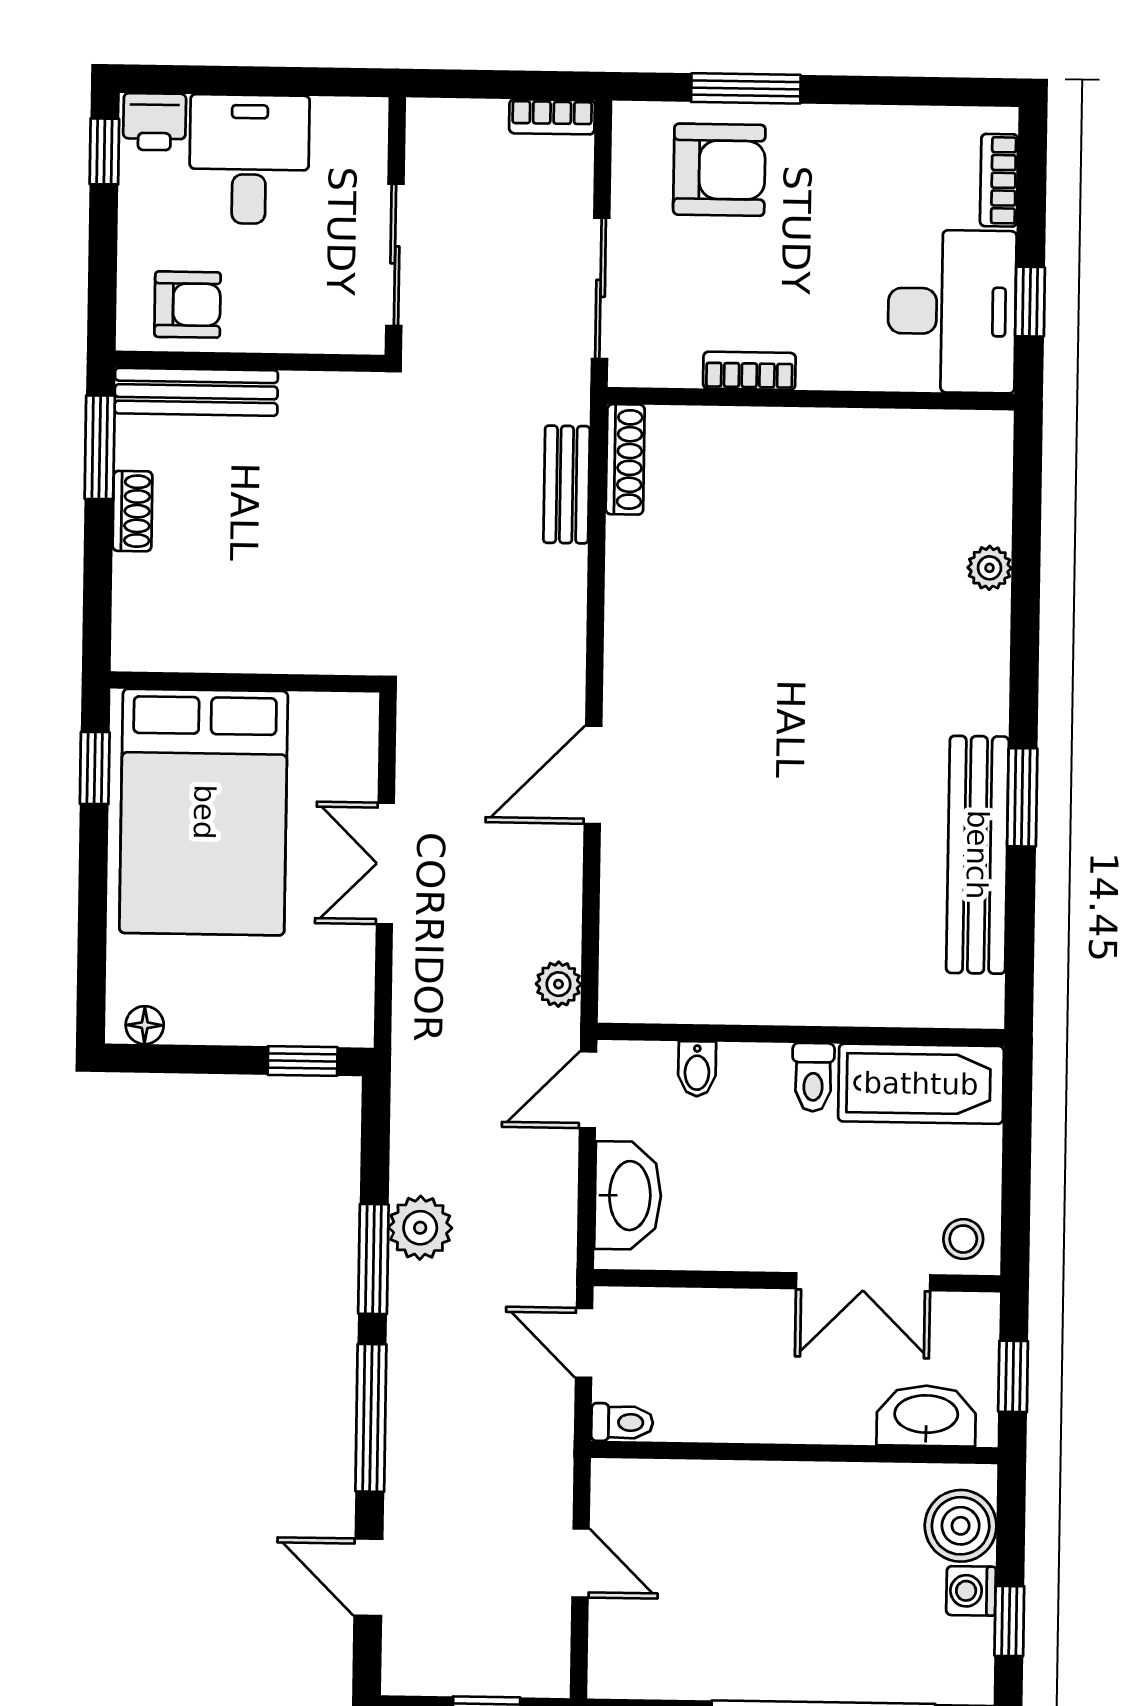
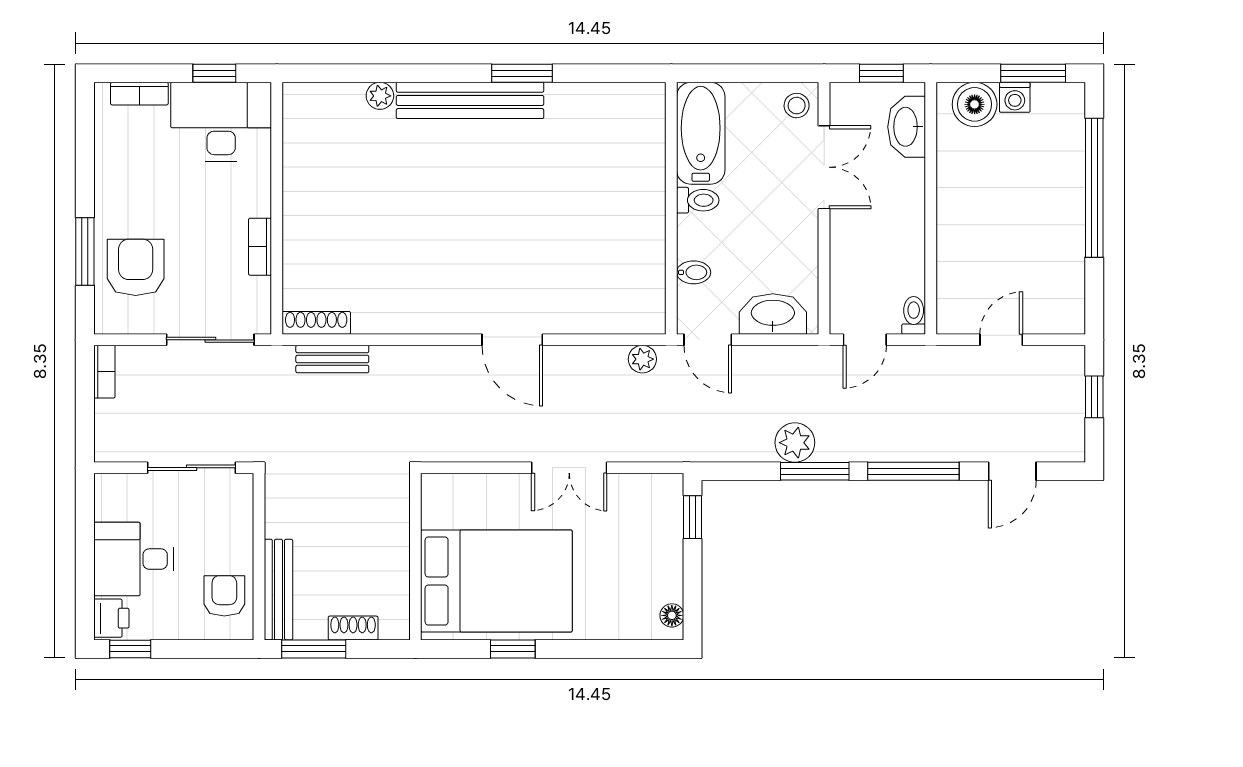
wall: (245, 682) -> (415, 557), moved
bed: (204, 812) -> (496, 581), moved
bench: (977, 855) -> (470, 100), moved
window: (1009, 1621) -> (1033, 73), width x1.50

